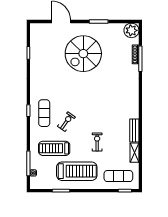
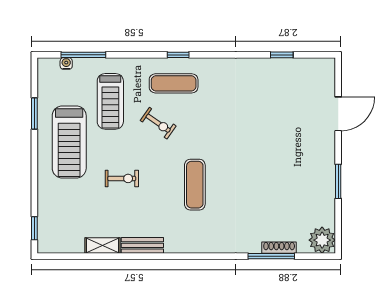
spiral stairs: (83, 54) -> (280, 154), removed
treadmill: (54, 148) -> (110, 101), turned 180
exercise mat: (118, 176) -> (195, 185), moved

